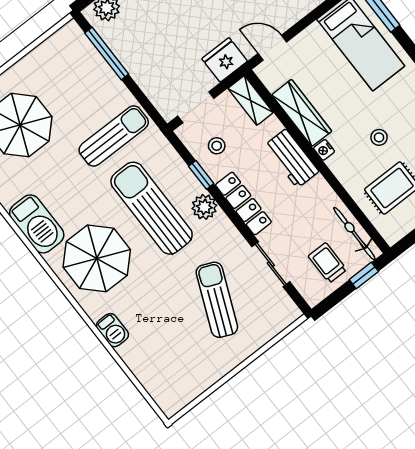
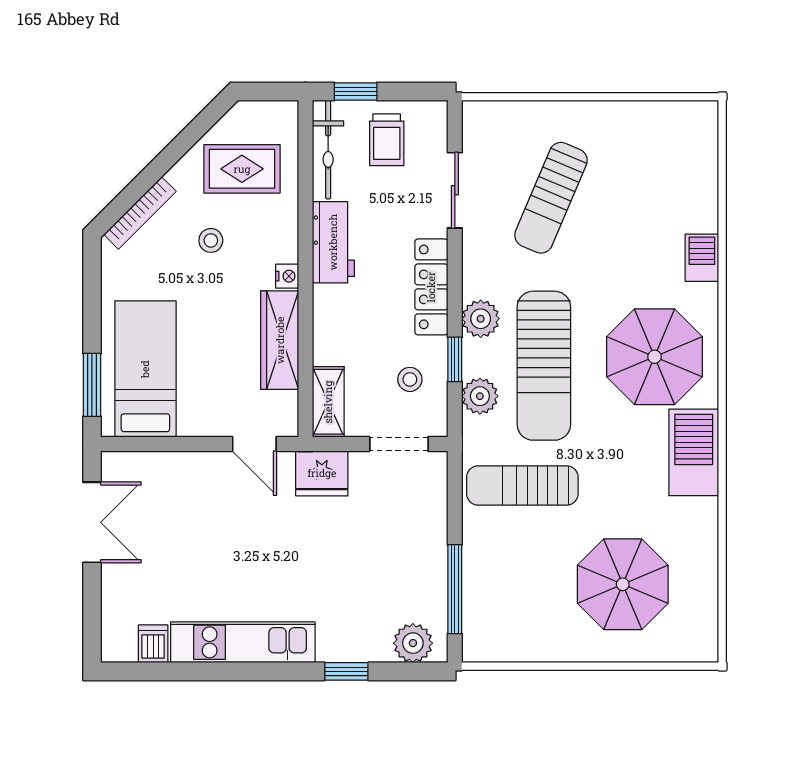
workbench: (291, 159) -> (333, 242), moved
plant: (173, 166) -> (480, 396), added

